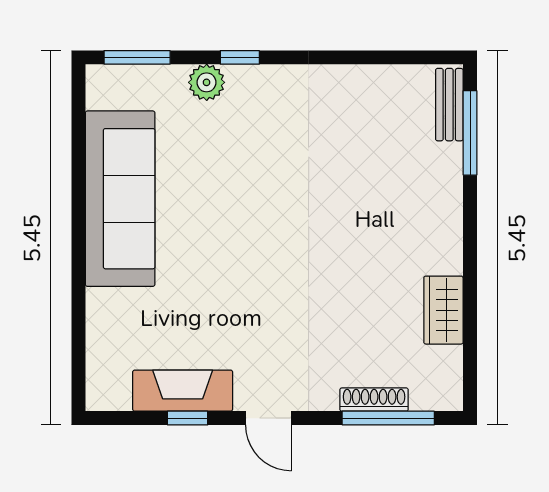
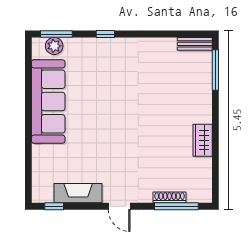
plant: (207, 82) -> (54, 46), moved
bench: (449, 105) -> (195, 44), moved, turned 90
wardrobe: (443, 310) -> (203, 140), moved
window: (188, 418) -> (54, 206), moved

